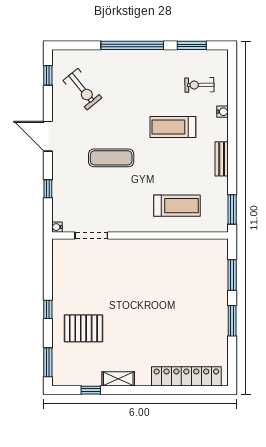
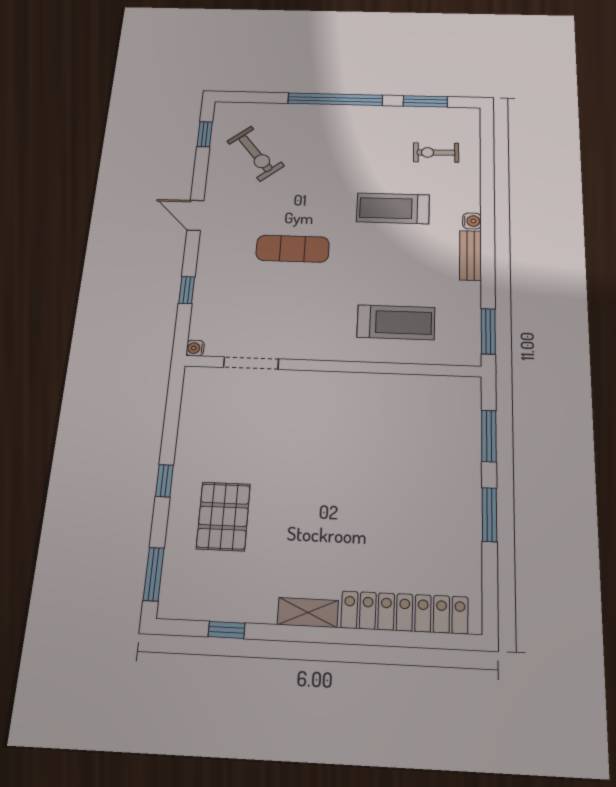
water cooler: (222, 112) -> (472, 221), moved
door: (48, 136) -> (195, 215), width x0.73
pallet: (83, 328) -> (223, 516), turned 90
shelving: (118, 379) -> (308, 613), moved

